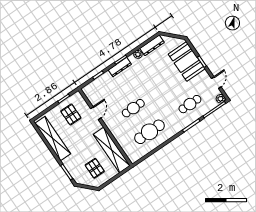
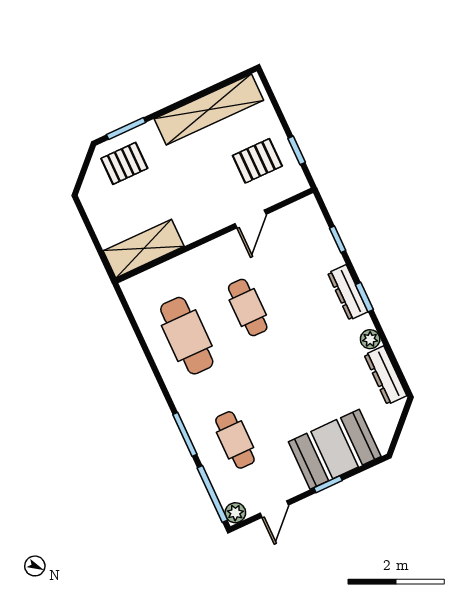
door: (216, 83) -> (274, 509), hinge flipped
door: (96, 113) -> (250, 219), hinge flipped
shelving: (112, 150) -> (144, 249), width x0.68
pallet: (95, 168) -> (124, 163), moved

